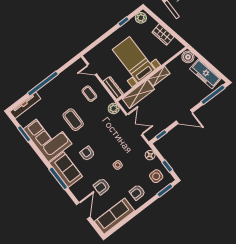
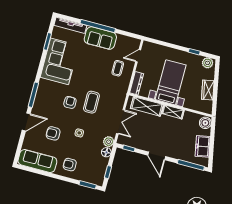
door: (92, 69) -> (138, 56), hinge flipped
freezer: (205, 74) -> (203, 146), width x0.71
plant: (114, 108) -> (109, 142), moved
coffee table: (73, 120) -> (91, 102), moved
sofa: (66, 170) -> (100, 38), moved, turned 90
side table: (156, 176) -> (94, 170), removed
door: (83, 211) -> (26, 122), moved

